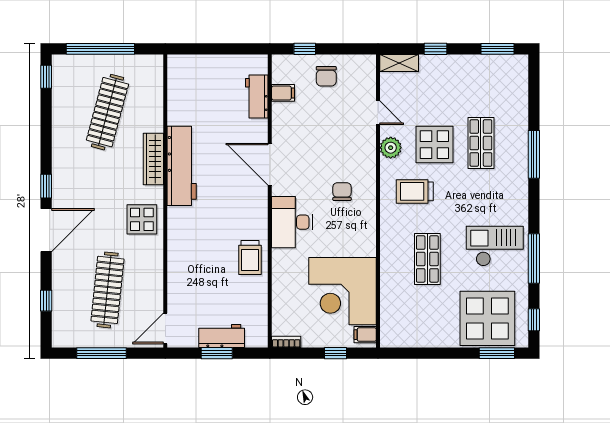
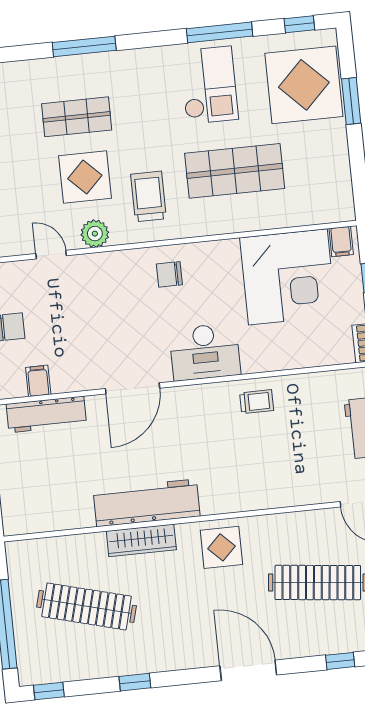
workbench: (257, 97) -> (46, 414), width x1.37
door: (378, 113) -> (51, 255), hinge flipped
window: (46, 186) -> (135, 682), moved
trolley: (415, 191) -> (148, 196), turned 180
chair: (342, 192) -> (169, 274), moved
checkout: (495, 246) -> (209, 85), turned 180
trolley: (250, 258) -> (257, 402), width x0.73, depth x0.72
shop shelf: (427, 259) -> (235, 171), width x1.43, depth x1.36
window: (497, 353) -> (351, 101), moved

